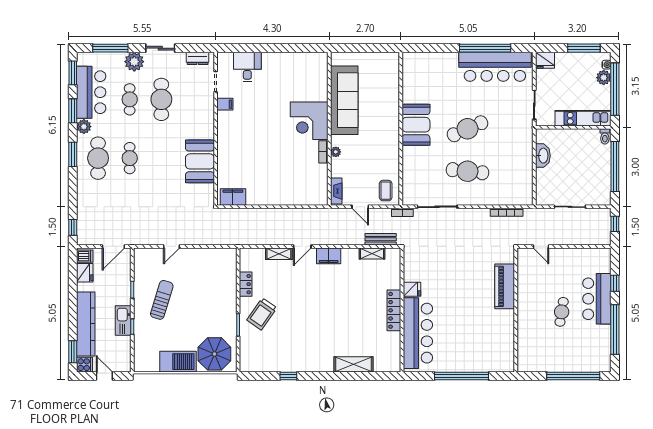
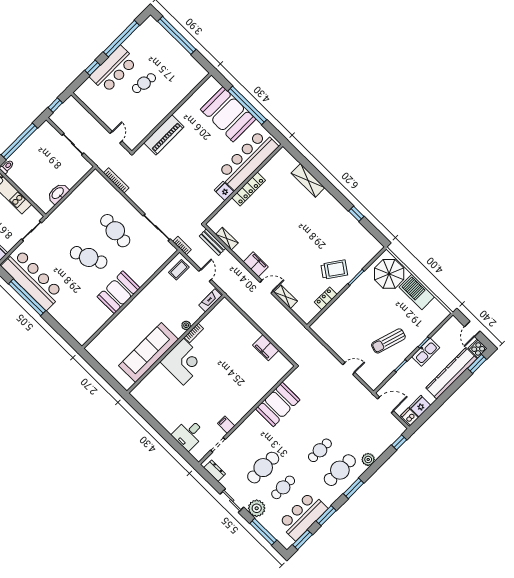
plant: (84, 127) -> (368, 459), moved
filing cabinet: (233, 197) -> (266, 348), moved
booth: (470, 354) -> (228, 114), added

